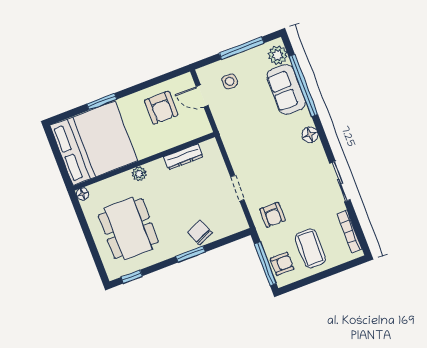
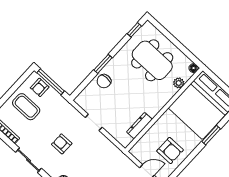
armchair: (161, 108) -> (170, 150), turned 180
plant: (139, 174) -> (179, 83), moved
armchair: (272, 215) -> (62, 144), moved
chair: (200, 232) -> (104, 81), turned 112

